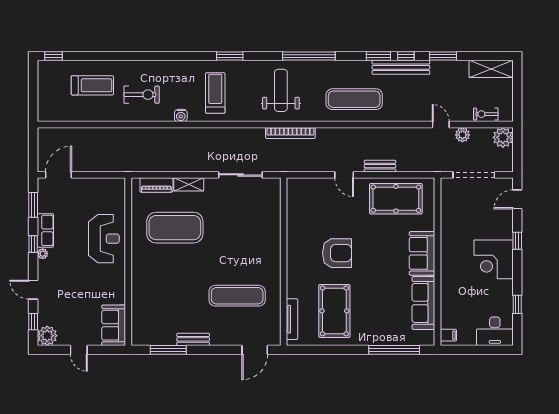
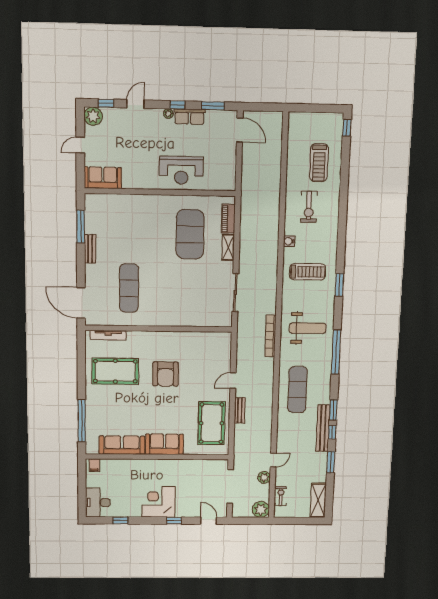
door: (255, 350) -> (81, 303), width x1.36

